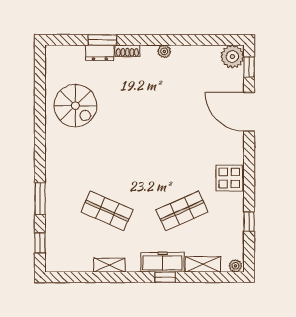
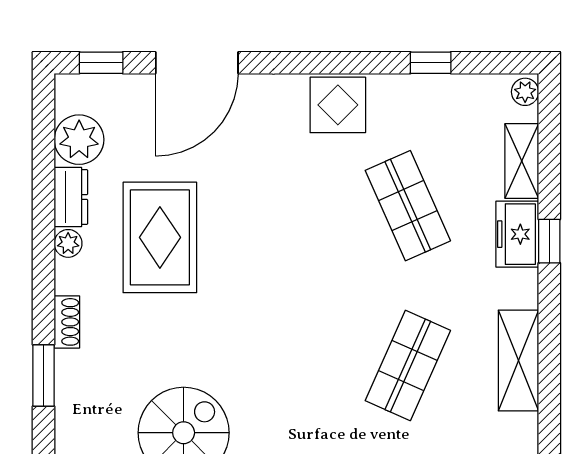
dresser: (100, 53) -> (71, 197), moved
plant: (232, 57) -> (79, 140), moved
rug: (167, 94) -> (160, 237), added
freezer: (162, 262) -> (517, 234), width x0.71
shelving: (109, 265) -> (519, 361), width x1.50, depth x1.33

